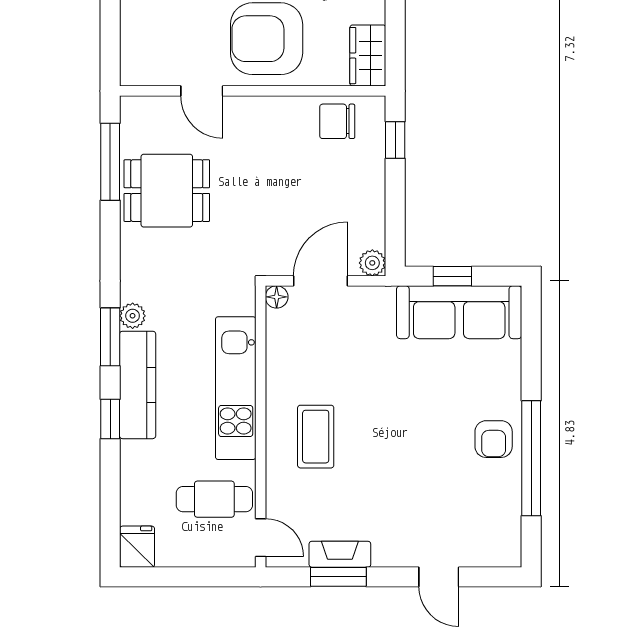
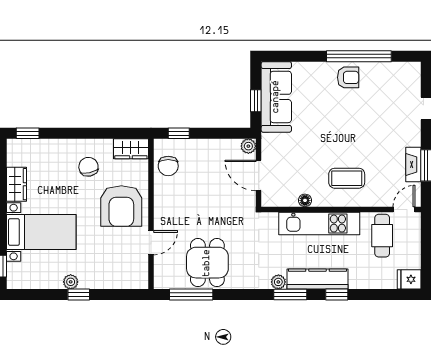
floor lamp: (277, 297) -> (305, 200), moved

